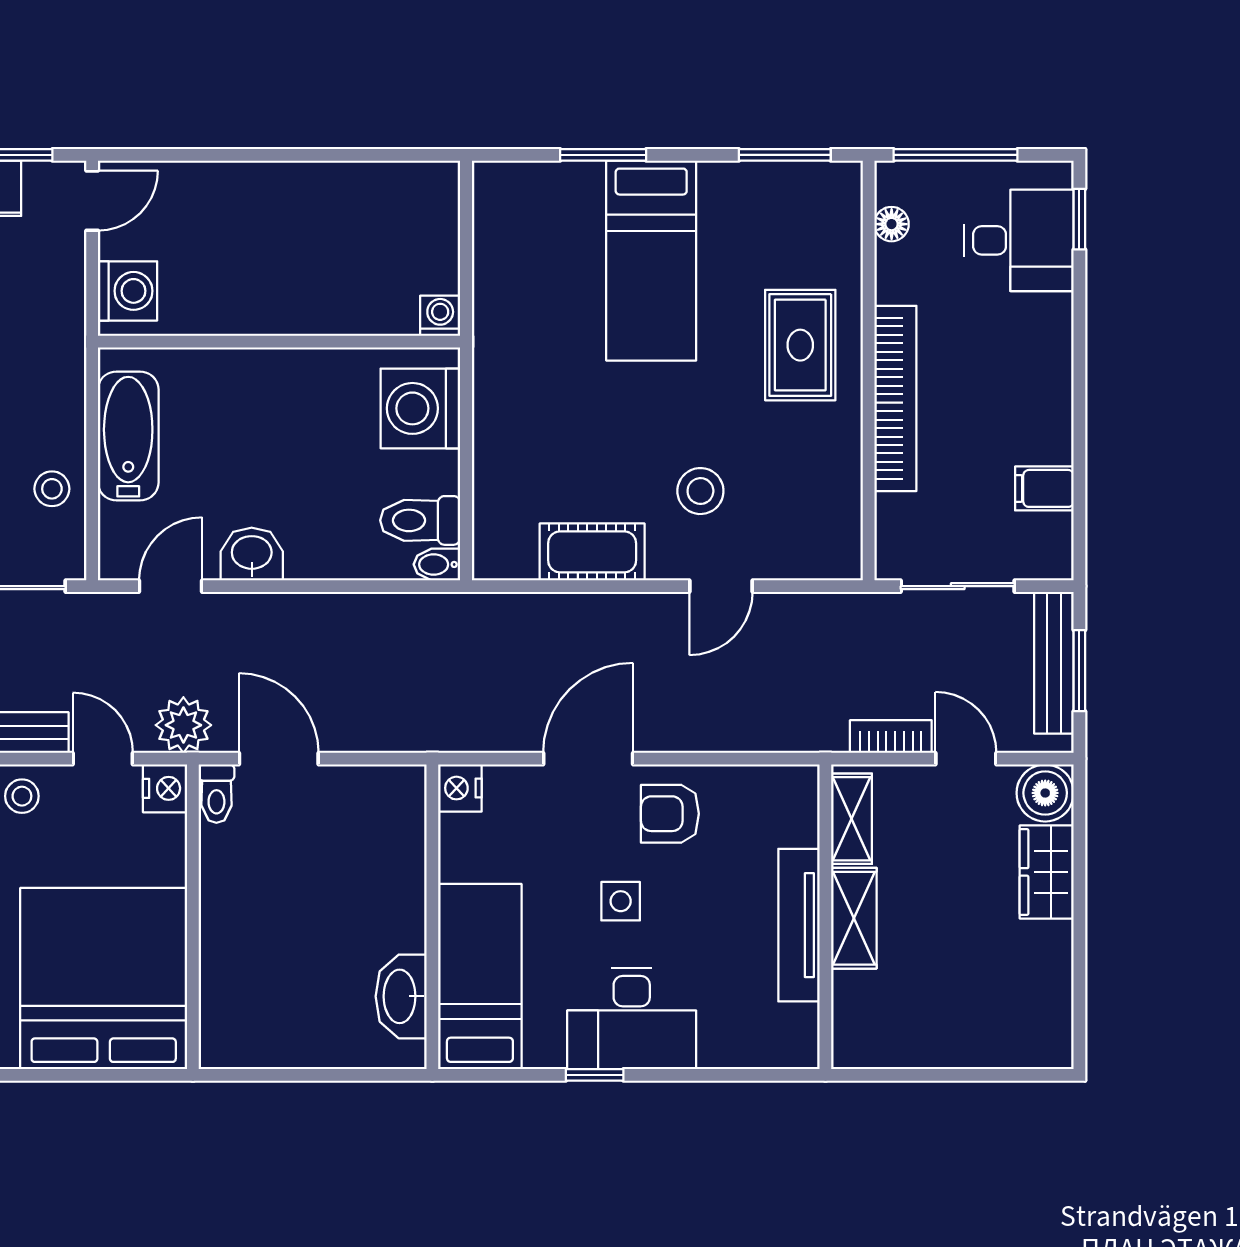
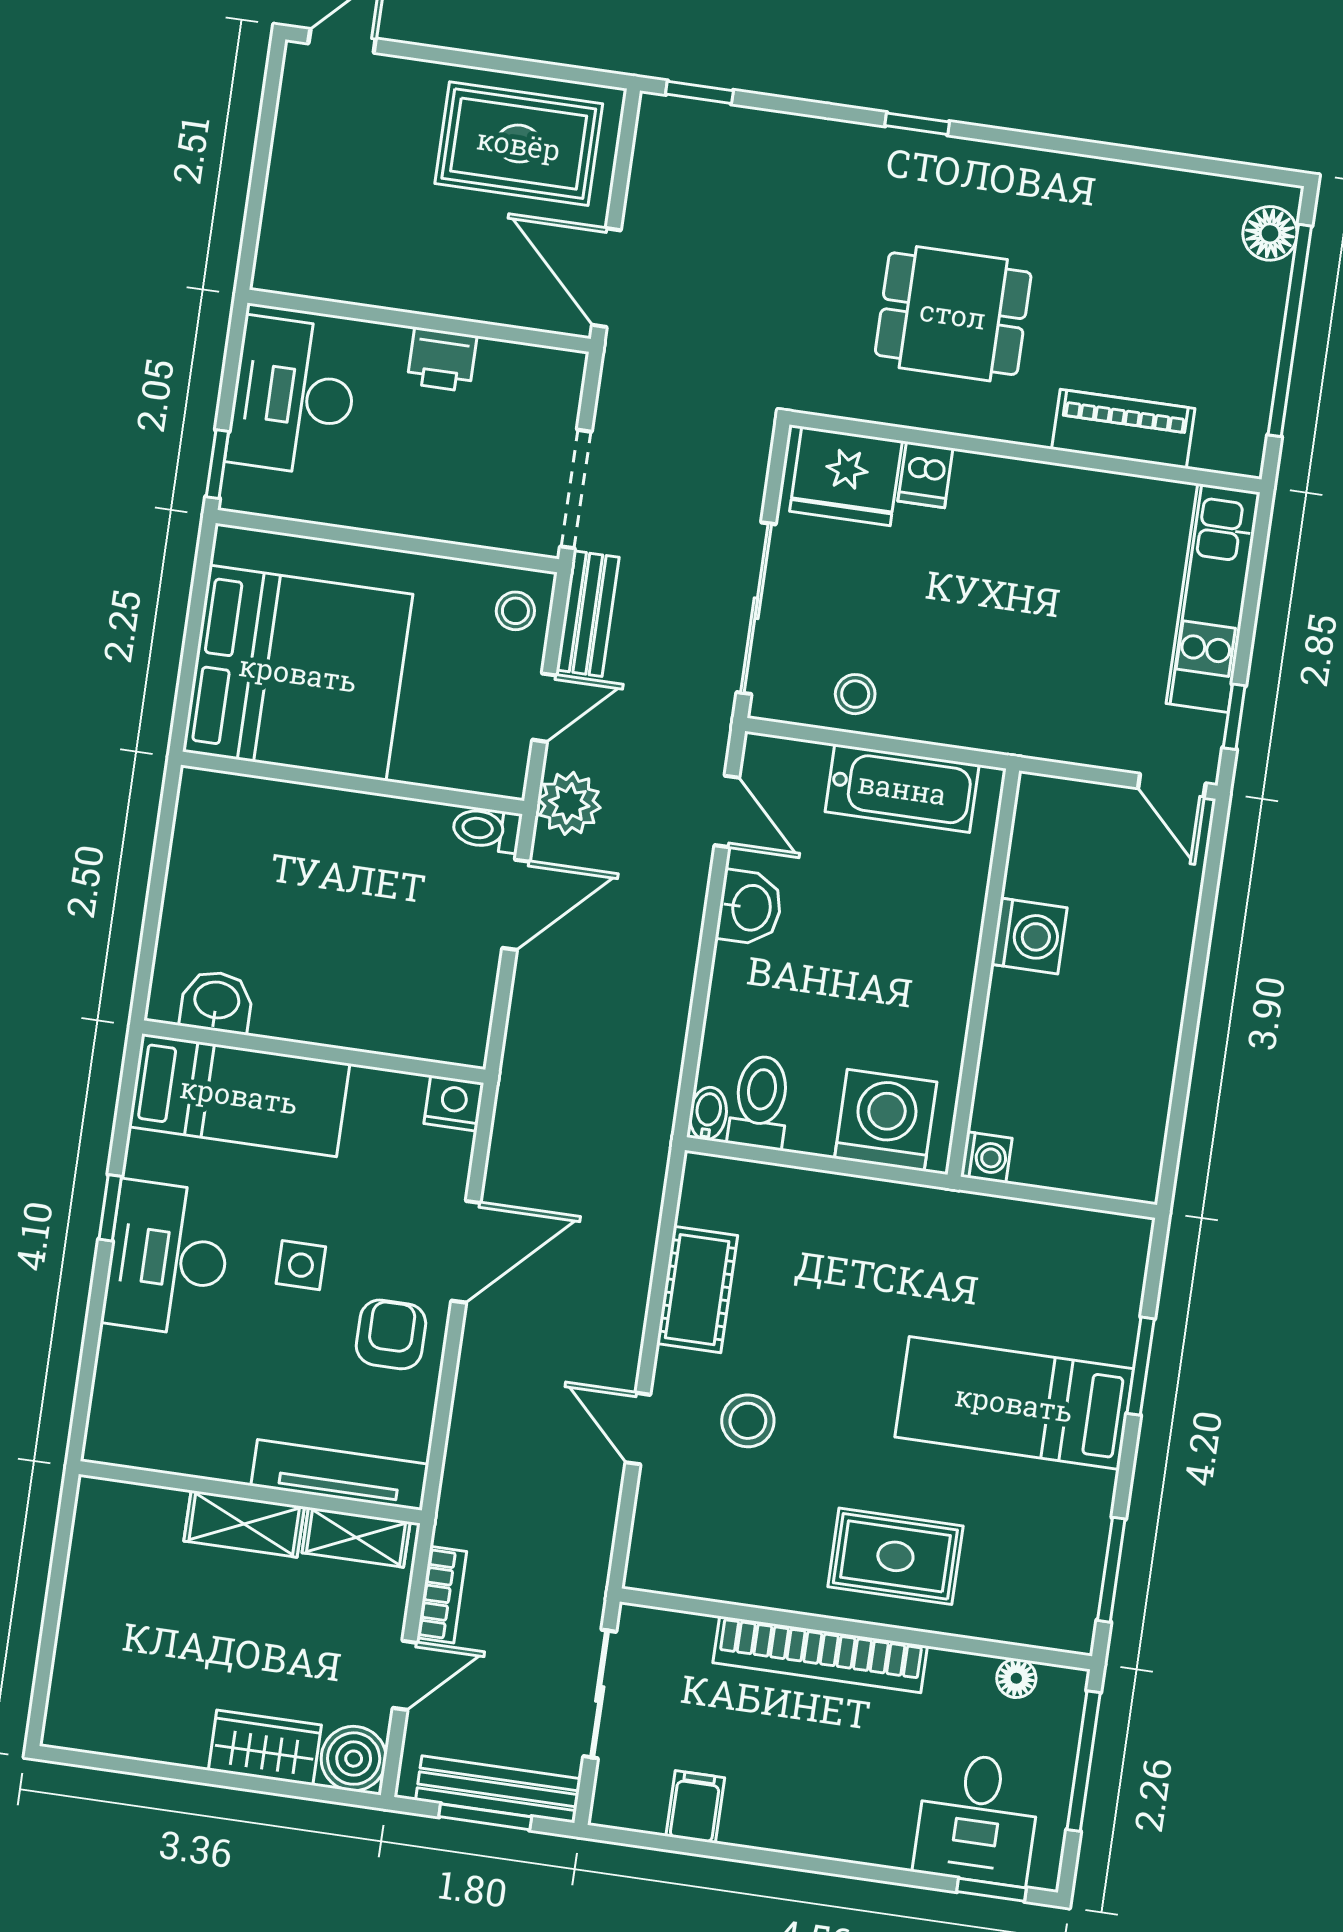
washing machine: (128, 291) -> (1029, 936), moved, turned -90
door: (588, 759) -> (466, 1252), hinge flipped
nightstand: (165, 788) -> (501, 773), removed
tv unit: (799, 925) -> (340, 1475), moved
washbasin: (401, 996) -> (217, 1002), width x0.72

